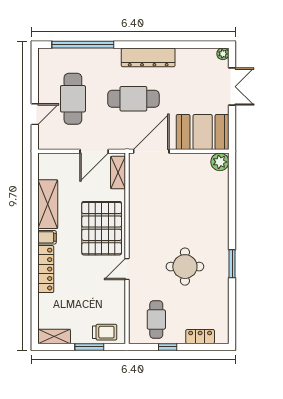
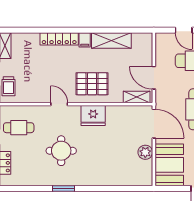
plant: (220, 162) -> (145, 152), moved
fridge: (141, 227) -> (93, 116), added
pallet: (102, 228) -> (92, 84), width x0.73, depth x0.71

